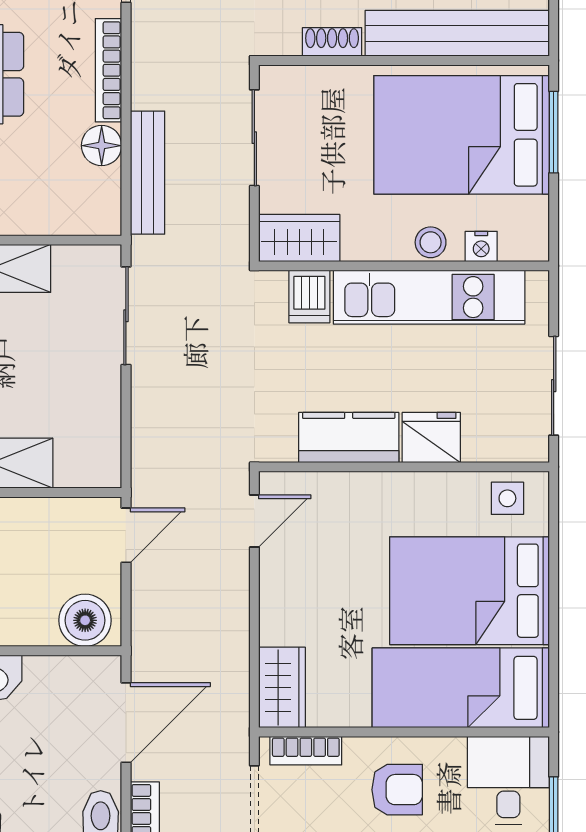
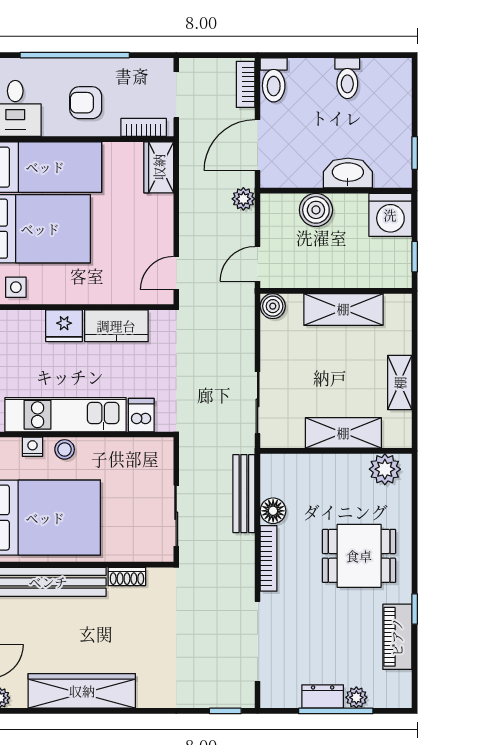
wardrobe: (299, 238) -> (148, 452), removed
boiler: (102, 468) -> (273, 306), added
boiler: (85, 620) -> (316, 210), moved
plant: (148, 638) -> (243, 199), added

